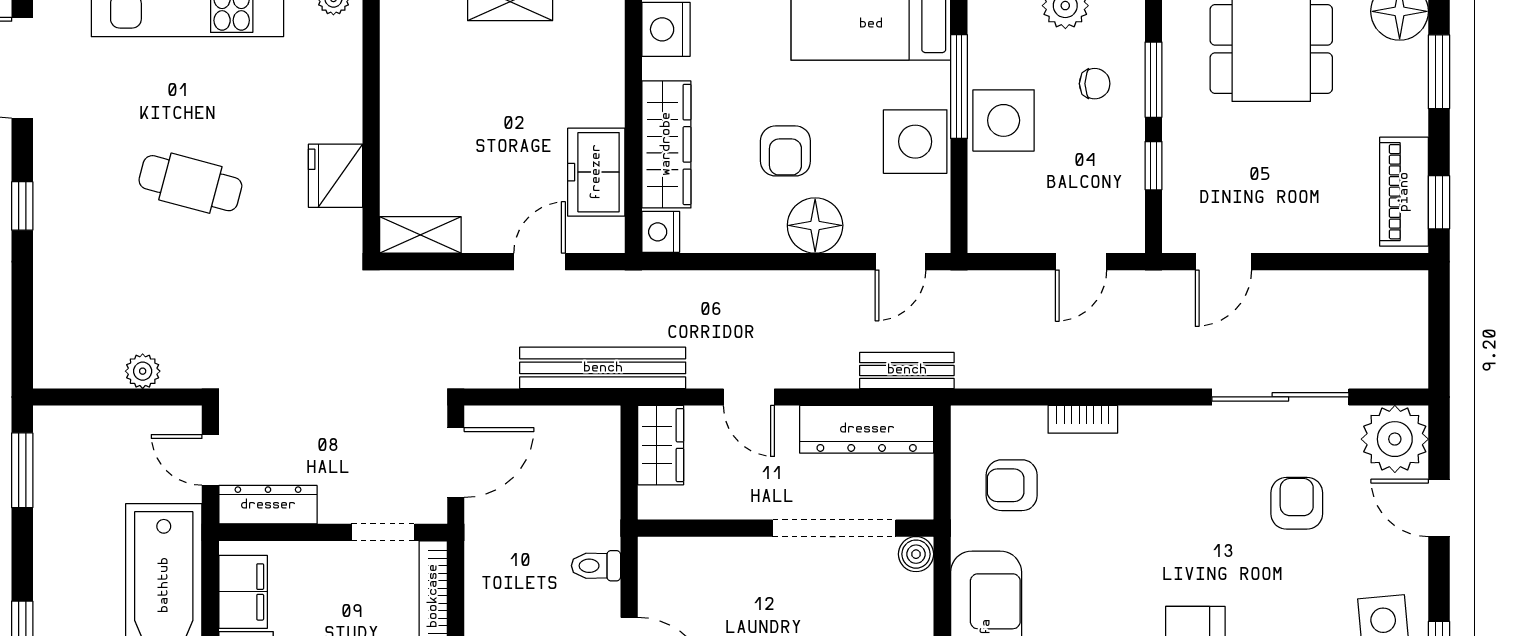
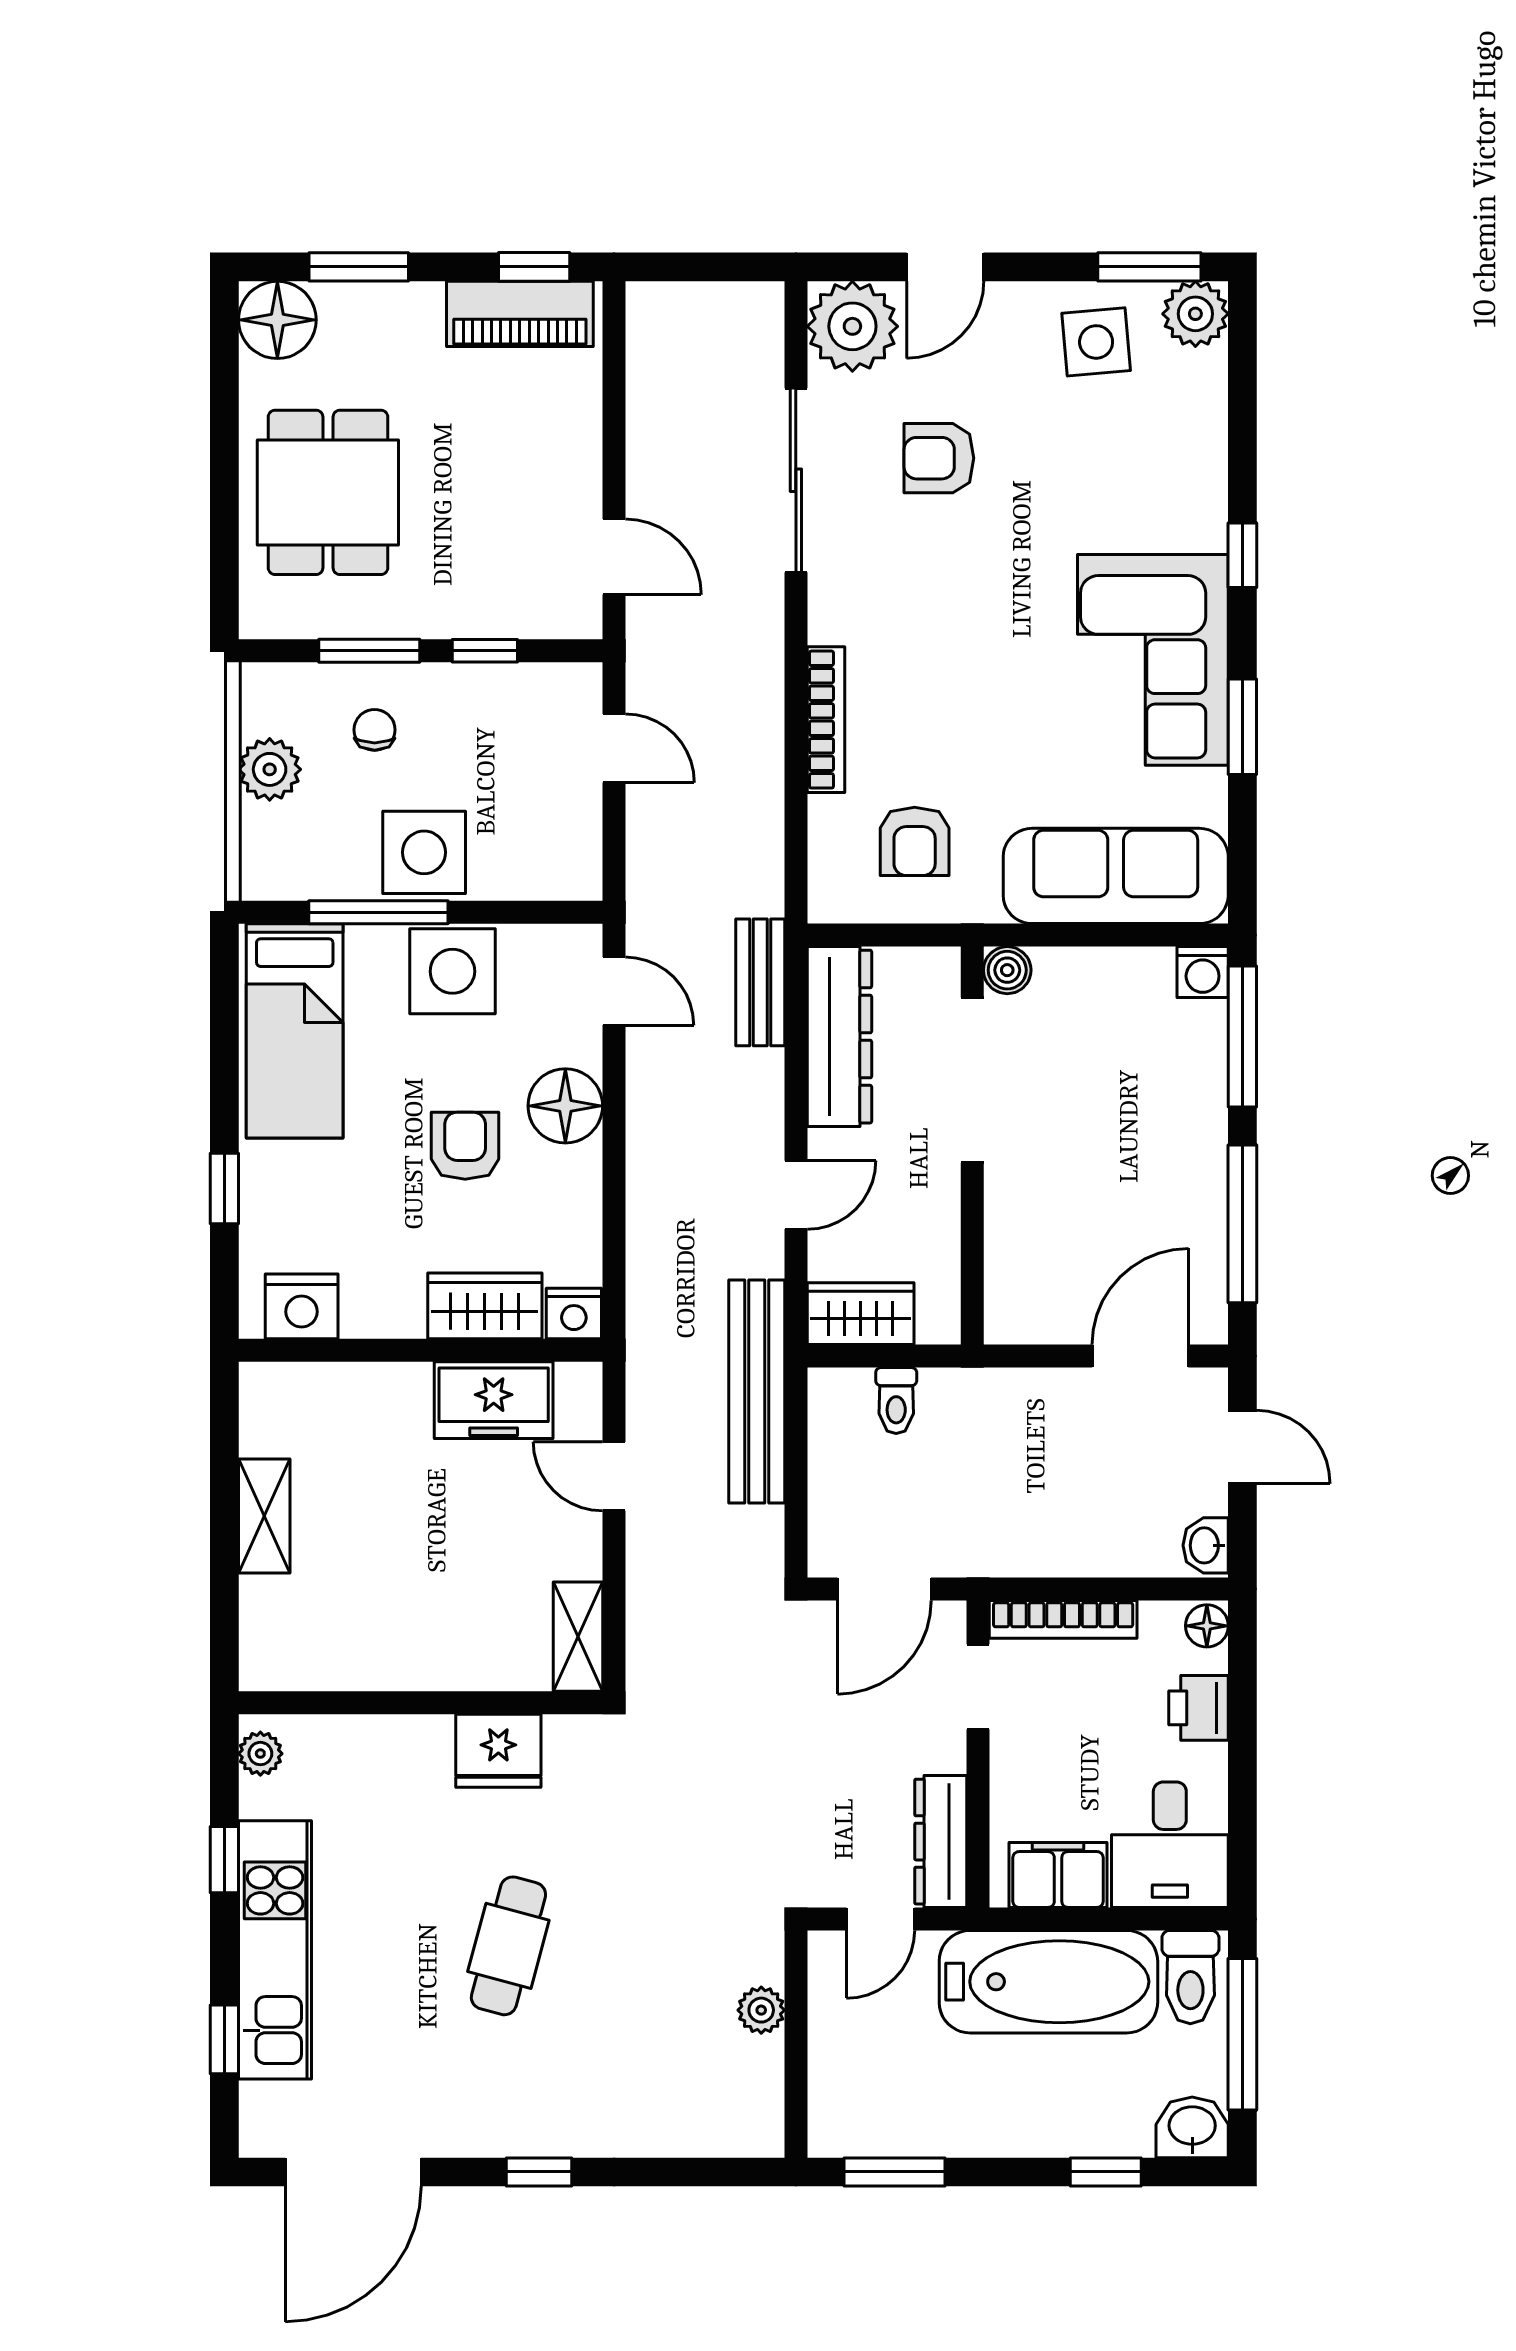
wardrobe: (666, 144) -> (485, 1306), width x0.67
armchair: (785, 151) -> (465, 1146), turned -90
bookcase: (1083, 419) -> (826, 720), width x1.56
door: (456, 463) -> (884, 1589), swing flipped
toilet: (596, 566) -> (896, 1401), moved

